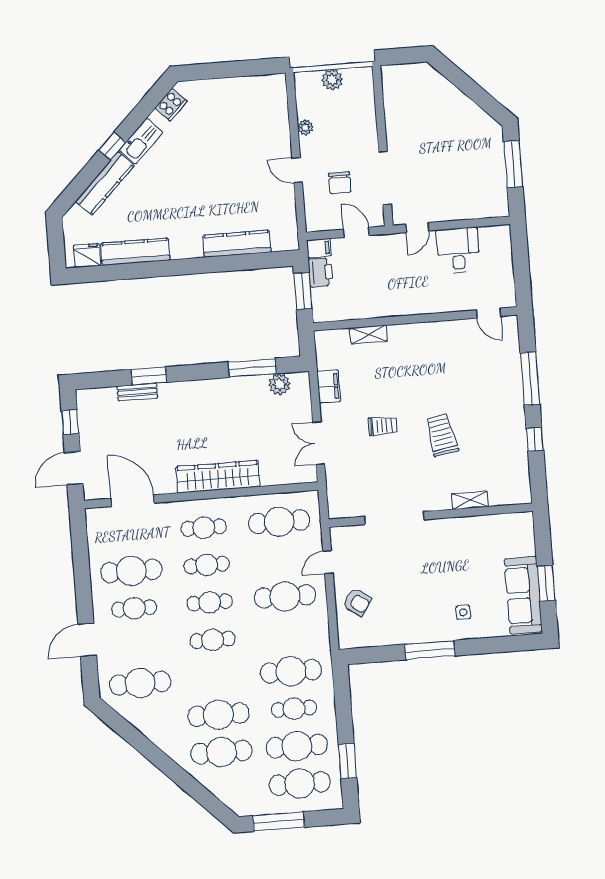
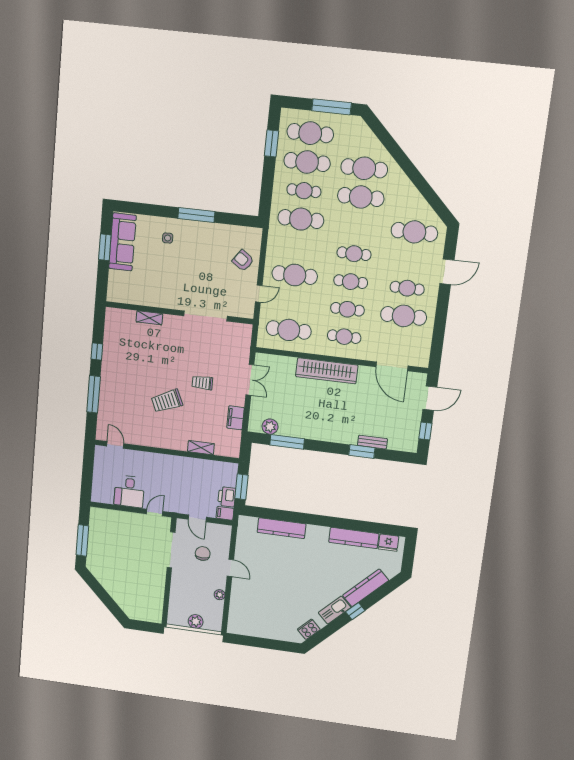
trolley: (442, 435) -> (167, 401), moved, turned 76

